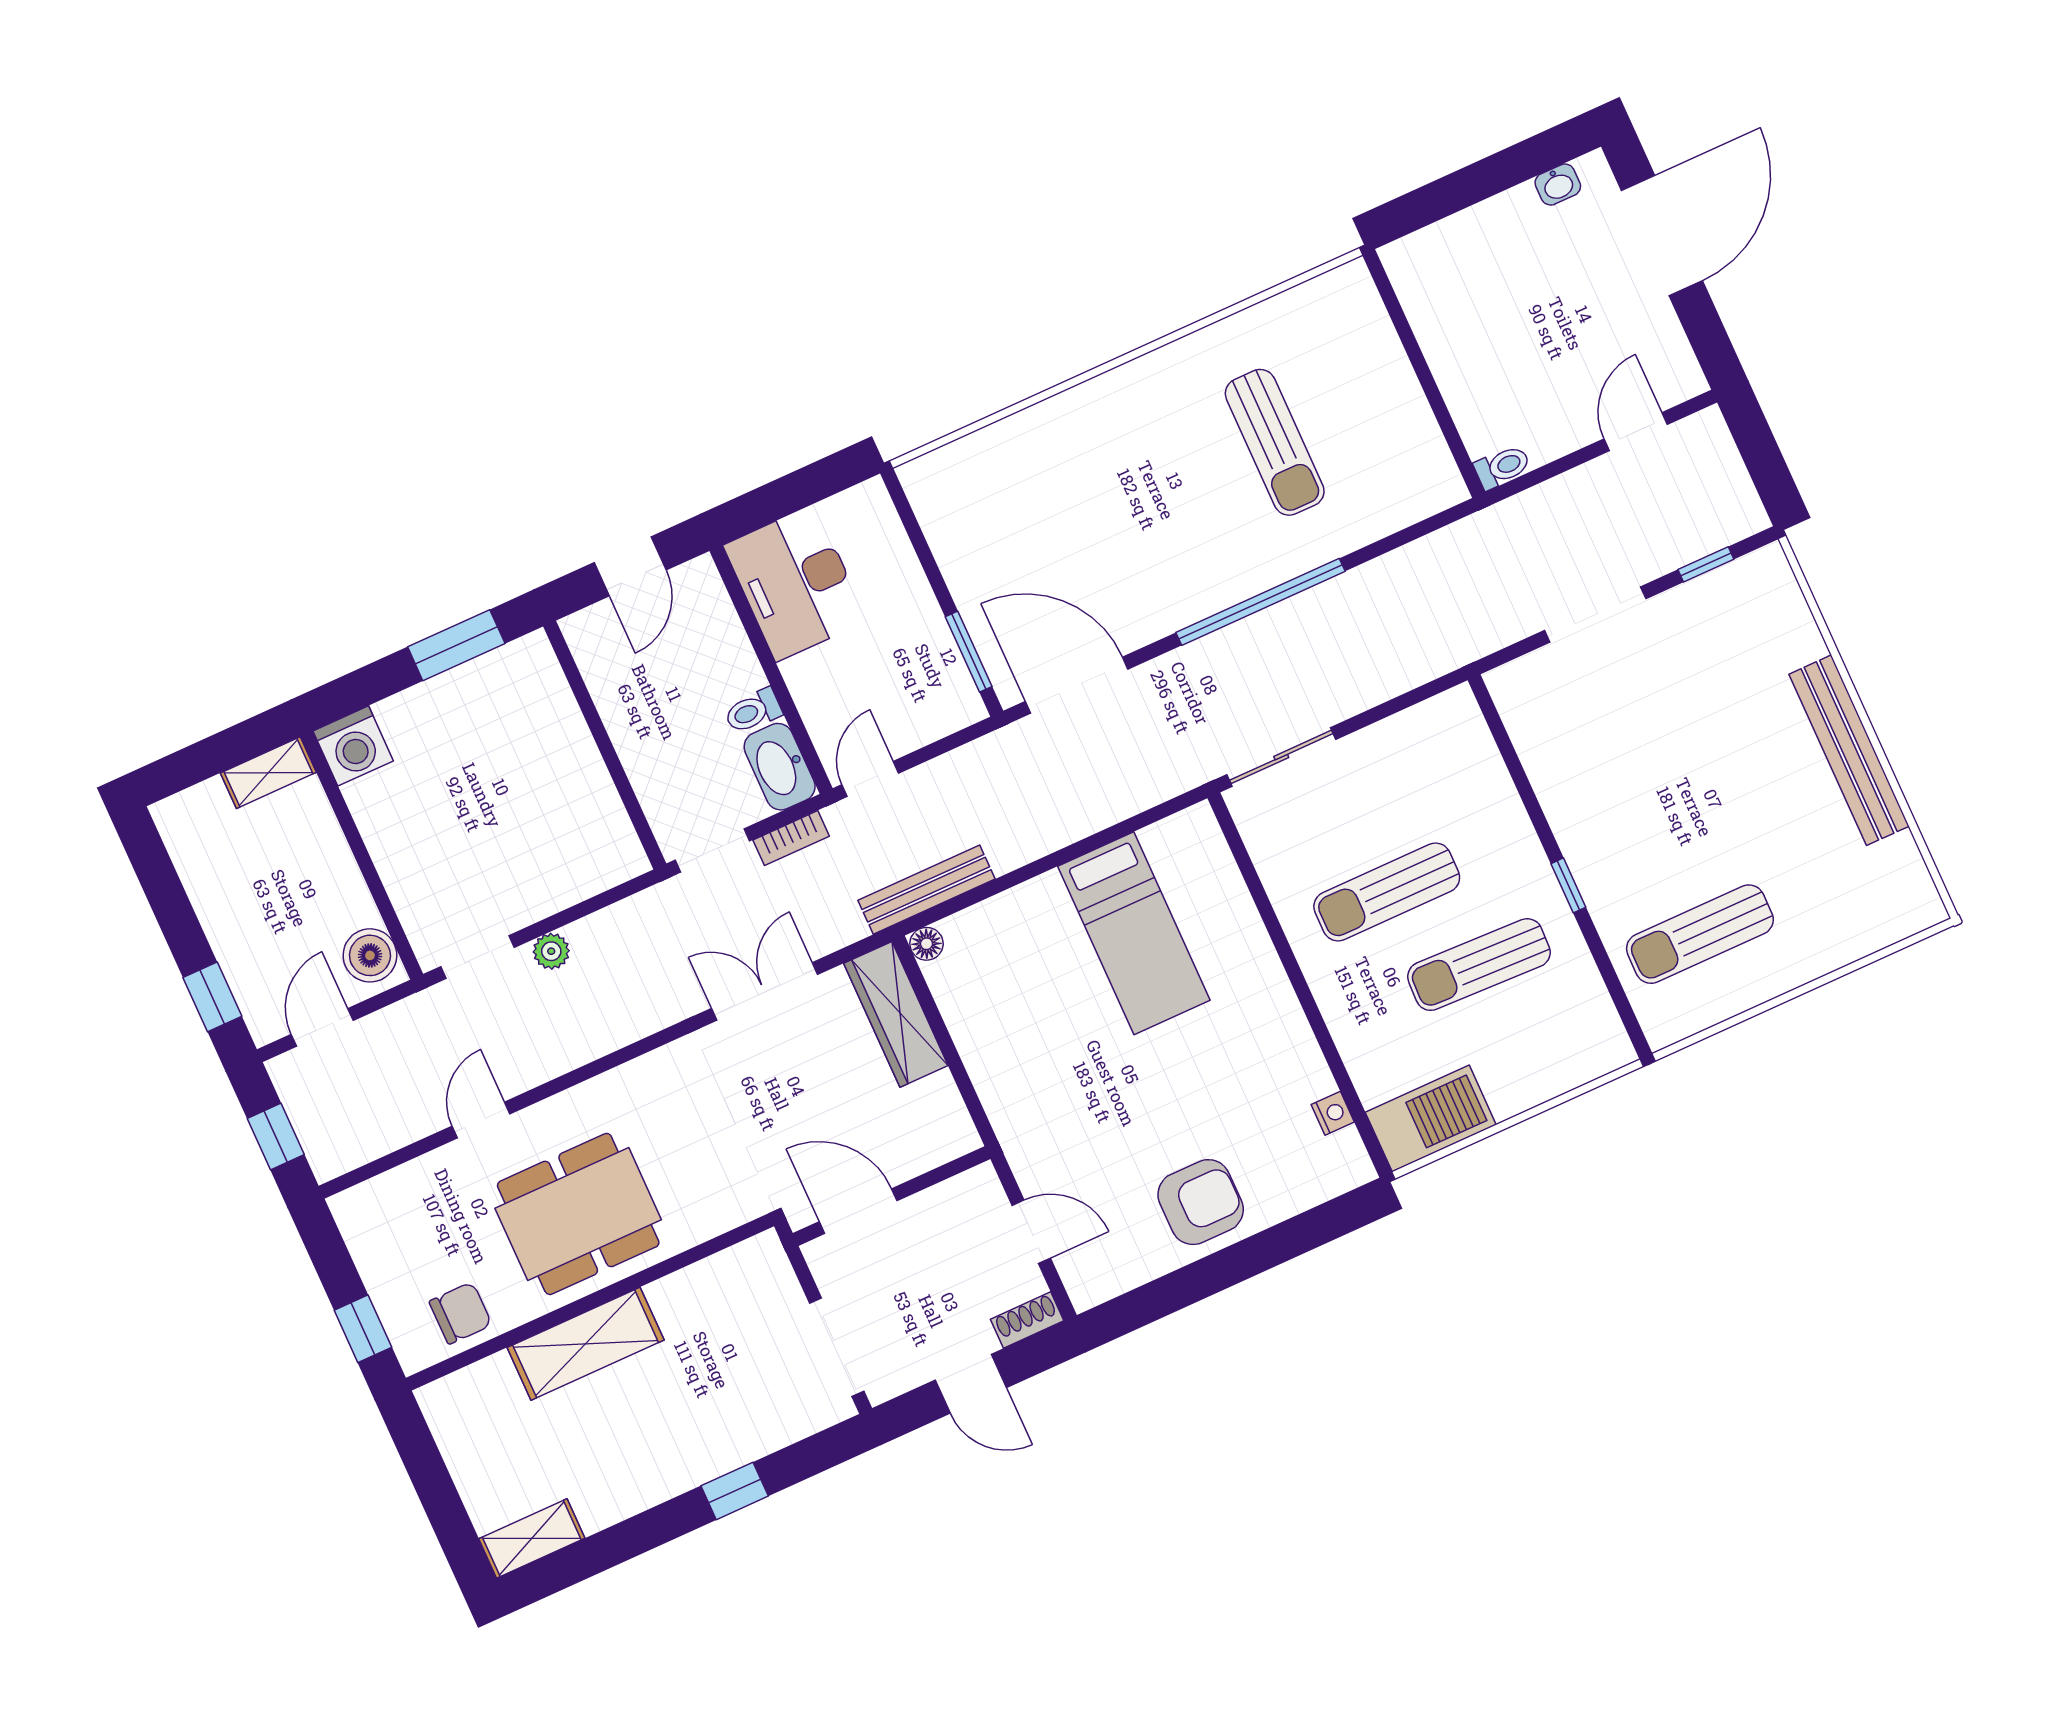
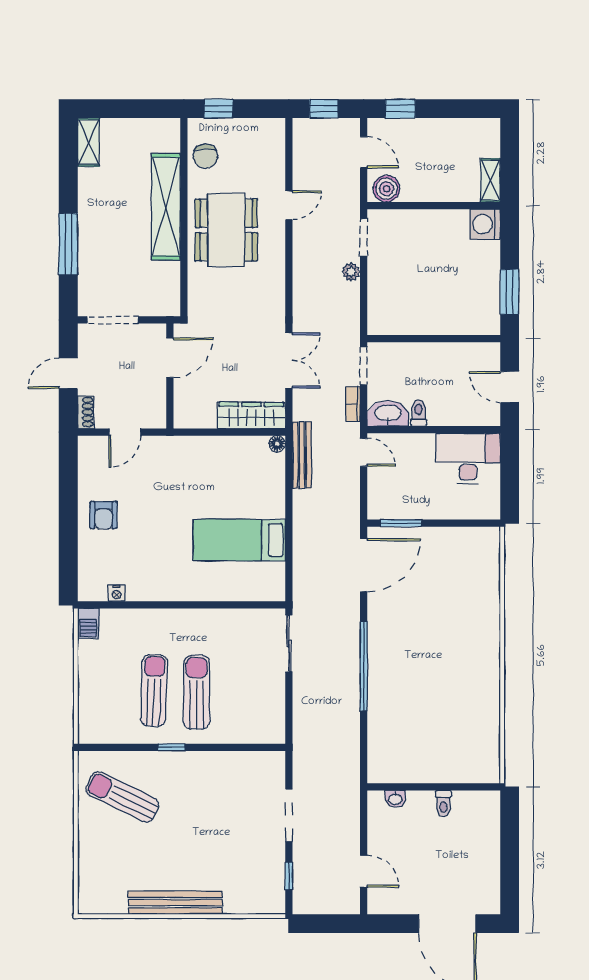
washbasin: (1558, 185) -> (395, 799), moved, turned -90
sun lounger: (1275, 442) -> (433, 705), removed
toilet: (1502, 467) -> (443, 803), moved
sun lounger: (1387, 892) -> (197, 692), moved
sun lounger: (1700, 934) -> (122, 797), turned -64
barbecue: (1431, 1118) -> (88, 623), width x0.53, depth x0.65
door: (481, 1120) -> (289, 205), hinge flipped
armchair: (1201, 1202) -> (103, 515), width x0.72, depth x0.72
shelving: (586, 1344) -> (166, 207), width x1.47
window: (735, 1491) -> (68, 244), width x2.17

